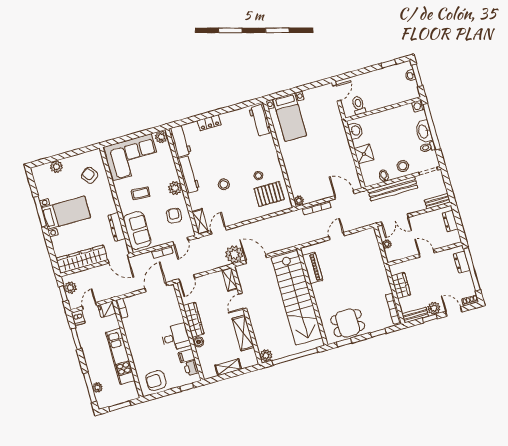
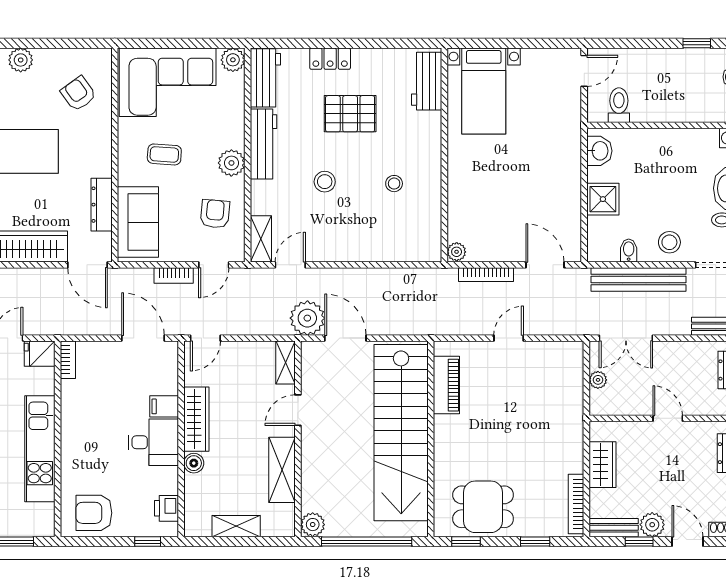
pallet: (269, 194) -> (350, 114), moved
door: (156, 287) -> (143, 338), hinge flipped
filing cabinet: (187, 356) -> (164, 406), moved

